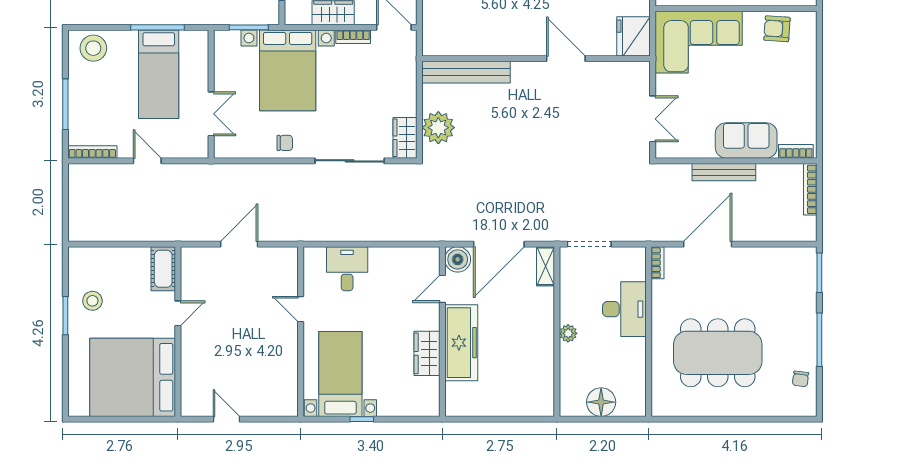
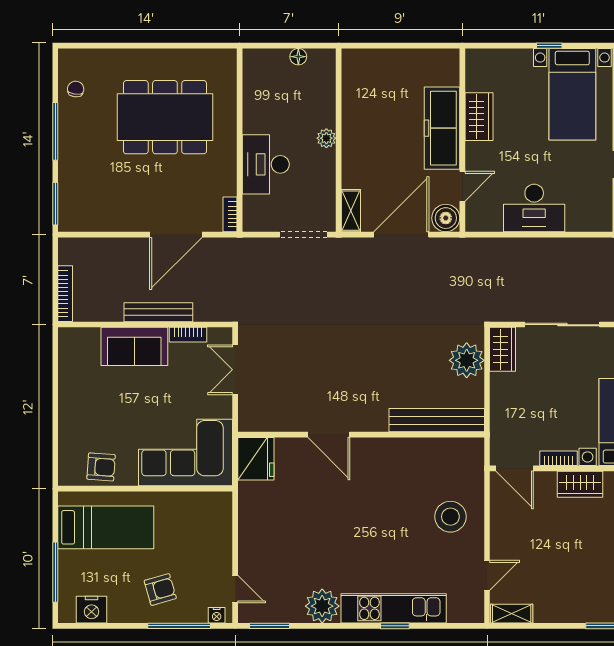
bookcase: (796, 151) -> (188, 335), moved
desk: (347, 269) -> (534, 208), moved, width x1.37
floor lamp: (601, 402) -> (298, 57), width x0.53, depth x0.53

